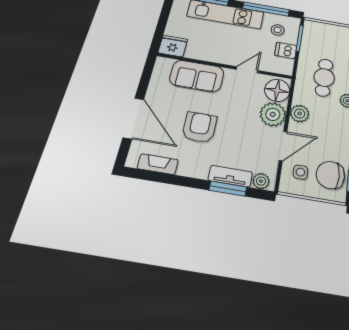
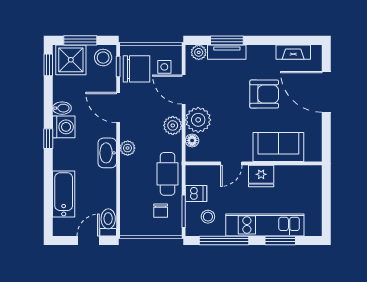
chair: (321, 42) -> (161, 211), added
fridge: (173, 46) -> (261, 176), moved
cafe table: (324, 78) -> (168, 174), moved
floor lamp: (277, 90) -> (192, 140), width x0.53, depth x0.53
armchair: (199, 127) -> (264, 94), turned -90
door: (283, 146) -> (184, 89), hinge flipped

